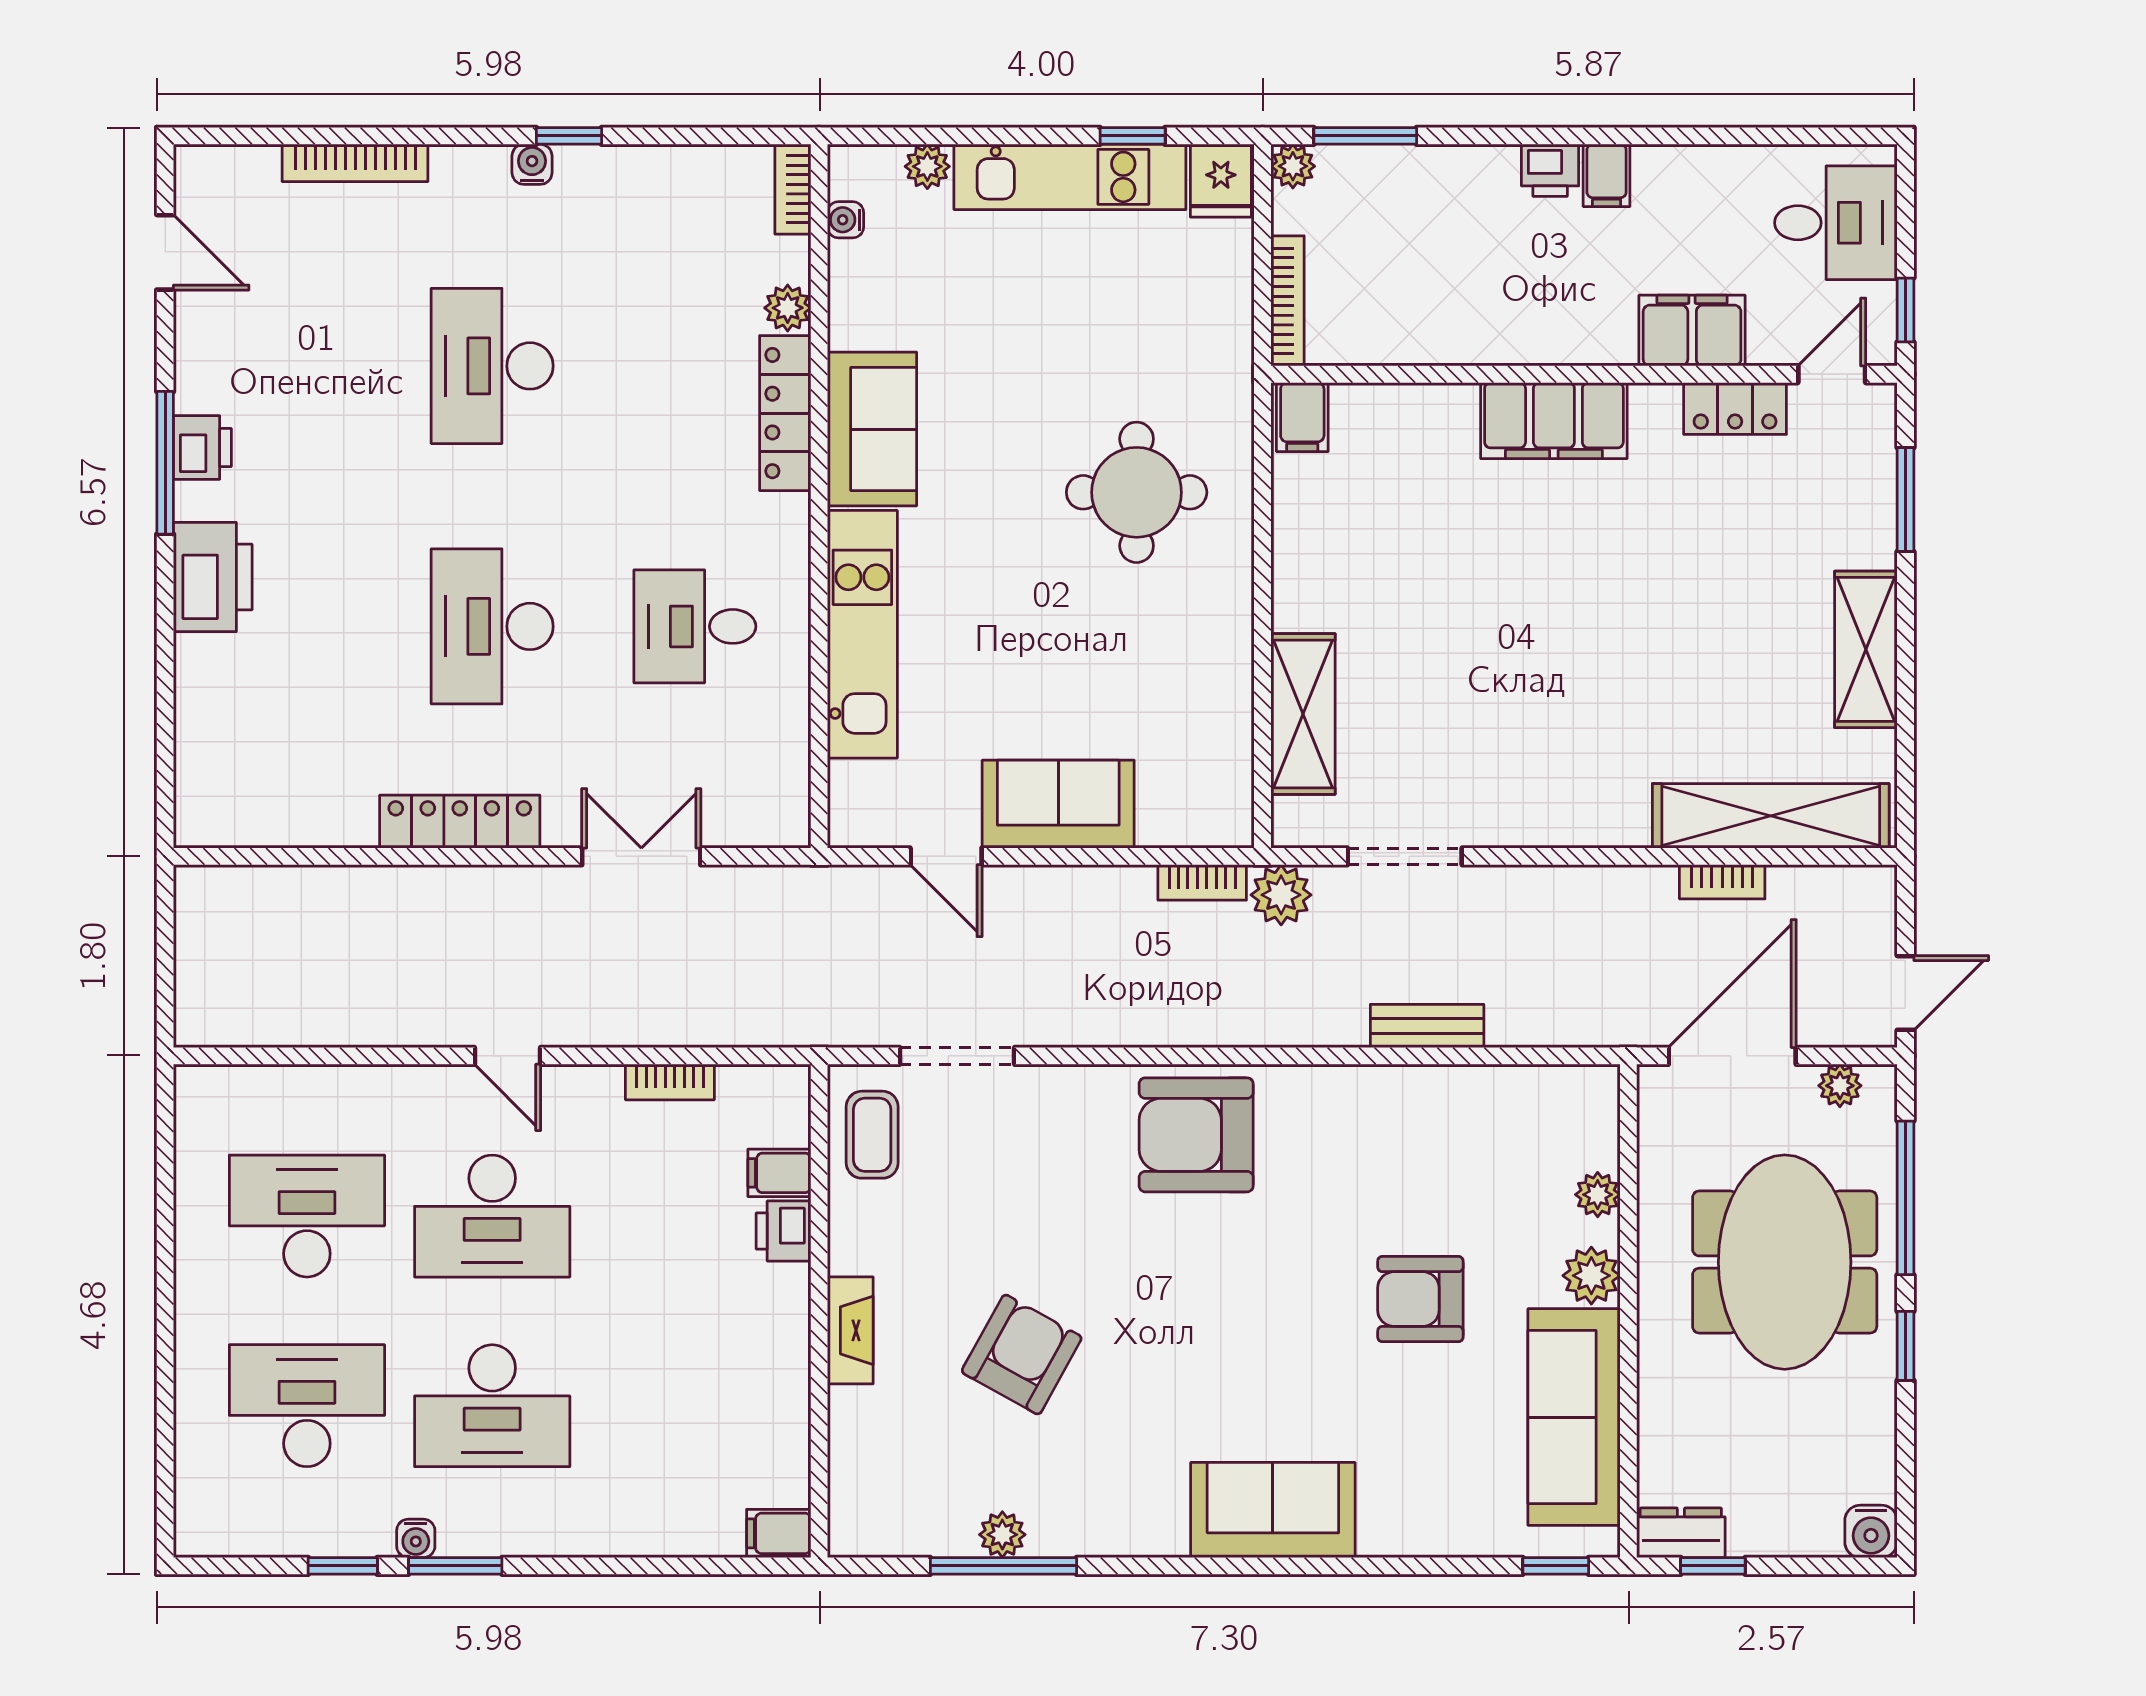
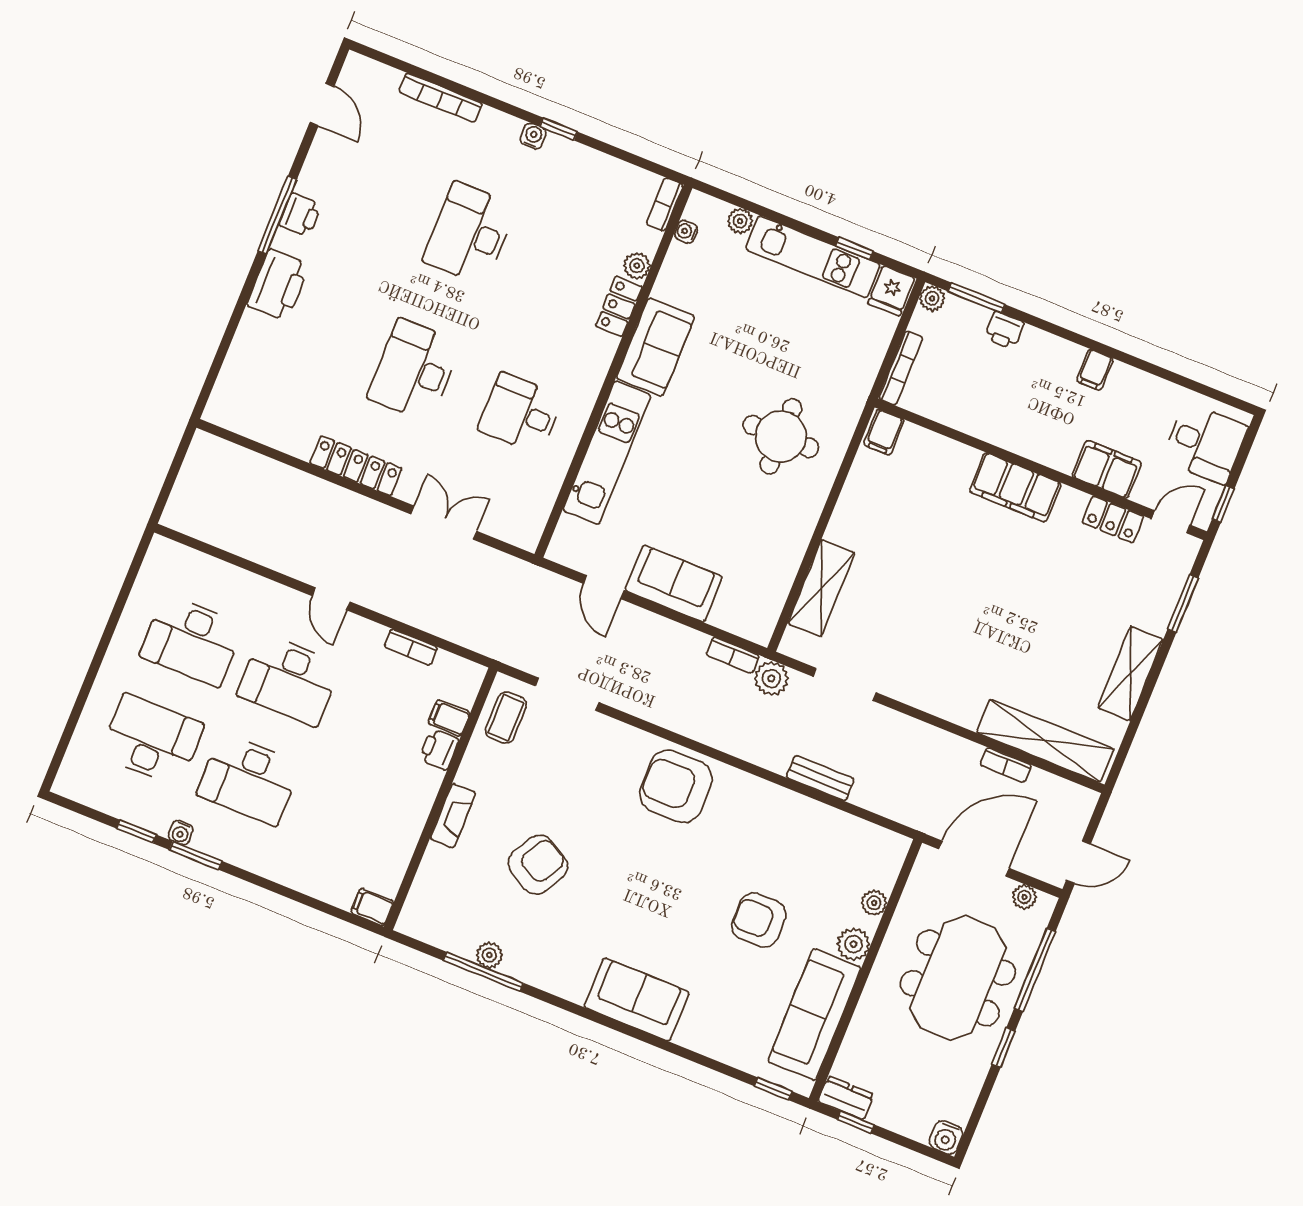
printer: (1550, 170) -> (1004, 330), moved
locker: (785, 413) -> (619, 306), width x0.66
desk: (307, 1216) -> (192, 640), turned 180

